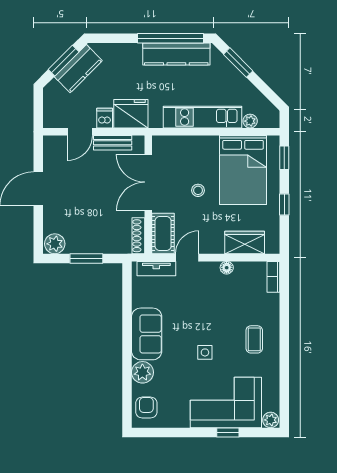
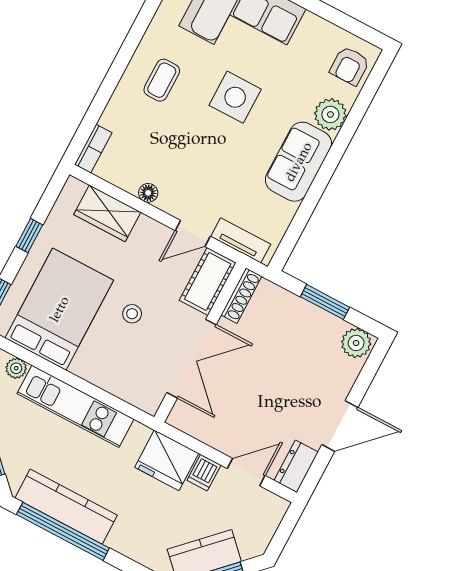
bench: (113, 143) -> (211, 435), removed
dresser: (52, 151) -> (296, 466), added
side table: (205, 352) -> (235, 97), width x1.87, depth x1.87

